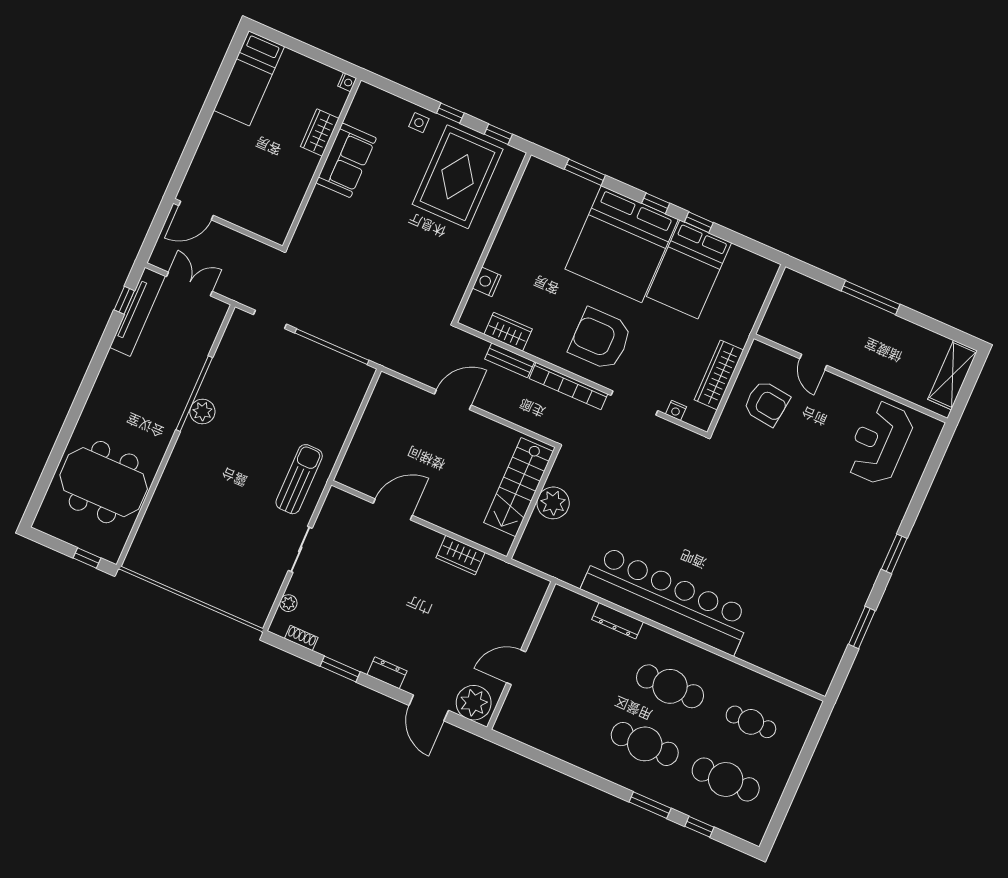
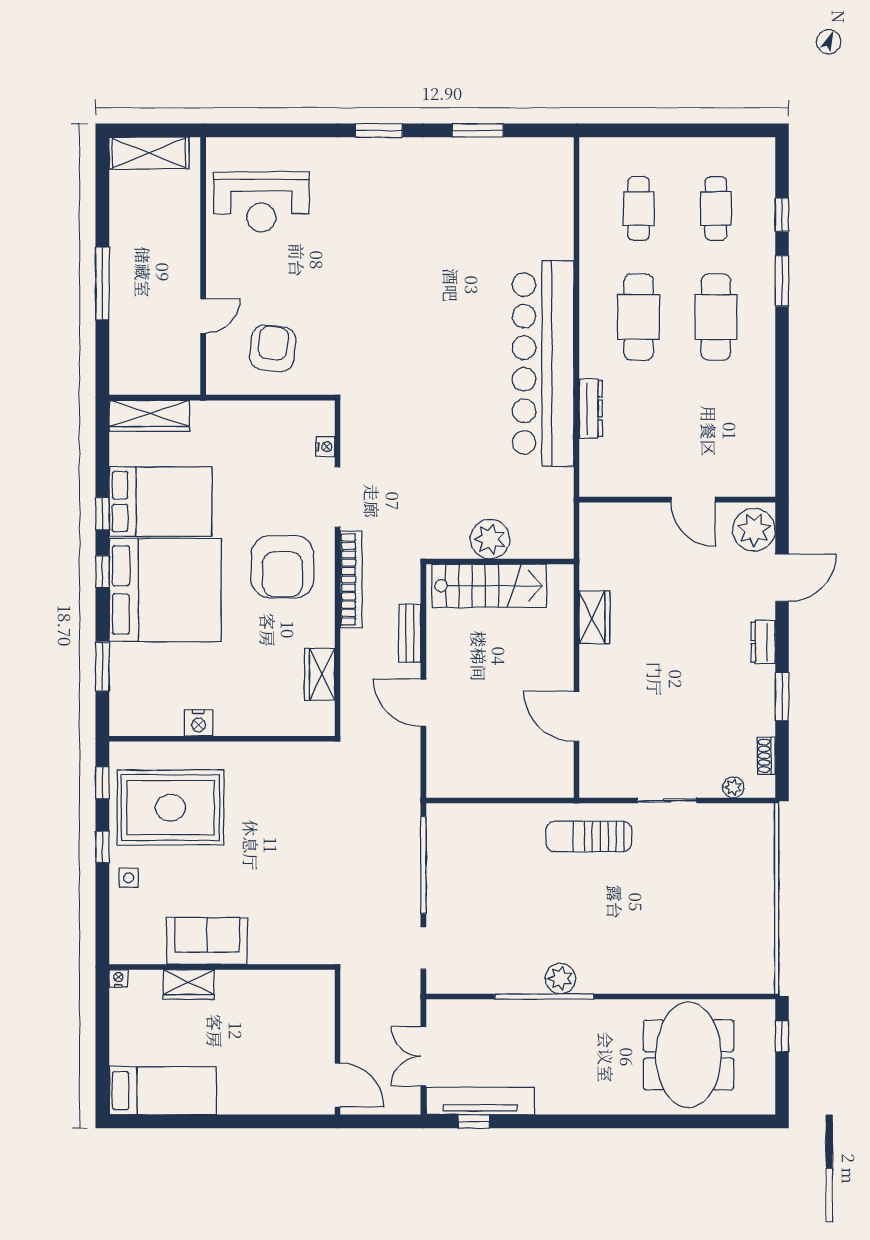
nightstand: (487, 282) -> (199, 723), moved
bench: (510, 360) -> (410, 633), moved
wardrobe: (719, 375) -> (149, 416), moved
cafe table: (726, 779) -> (716, 208), width x0.73, depth x0.74

